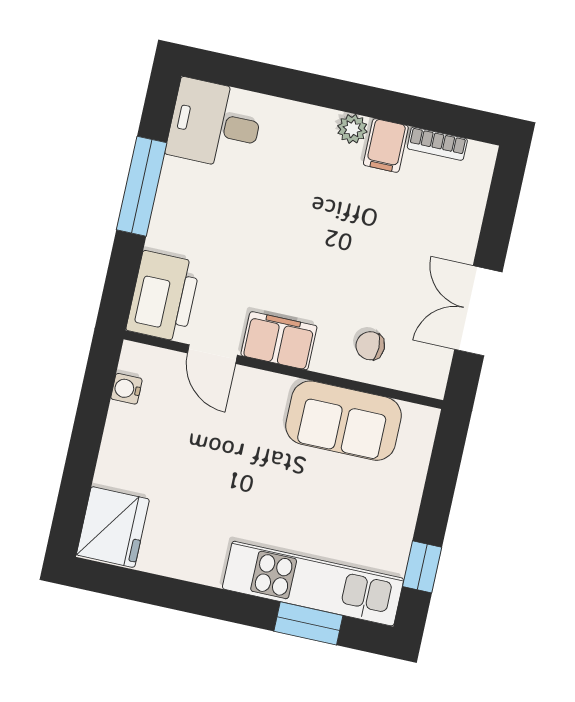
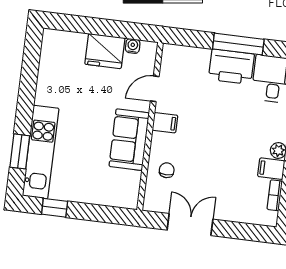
printer: (163, 296) -> (231, 67), moved
filing cabinet: (279, 341) -> (165, 123), width x0.50
sofa: (344, 421) -> (129, 140), moved
fridge: (113, 527) -> (105, 51), moved

